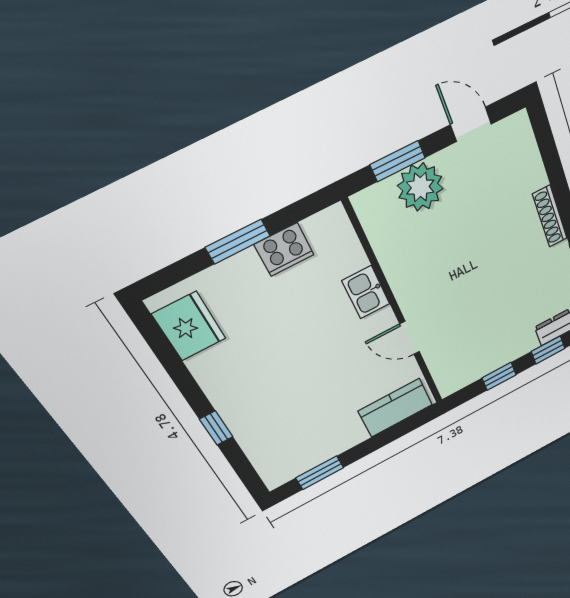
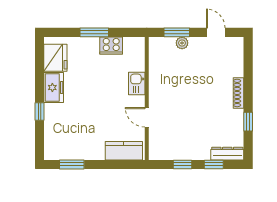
plant: (420, 187) -> (182, 43), width x0.53, depth x0.53
freezer: (218, 377) -> (54, 88), added

